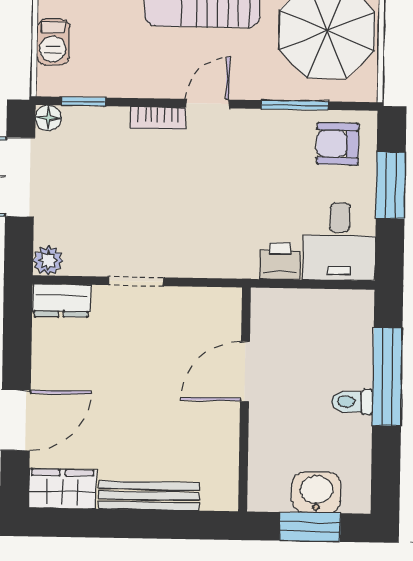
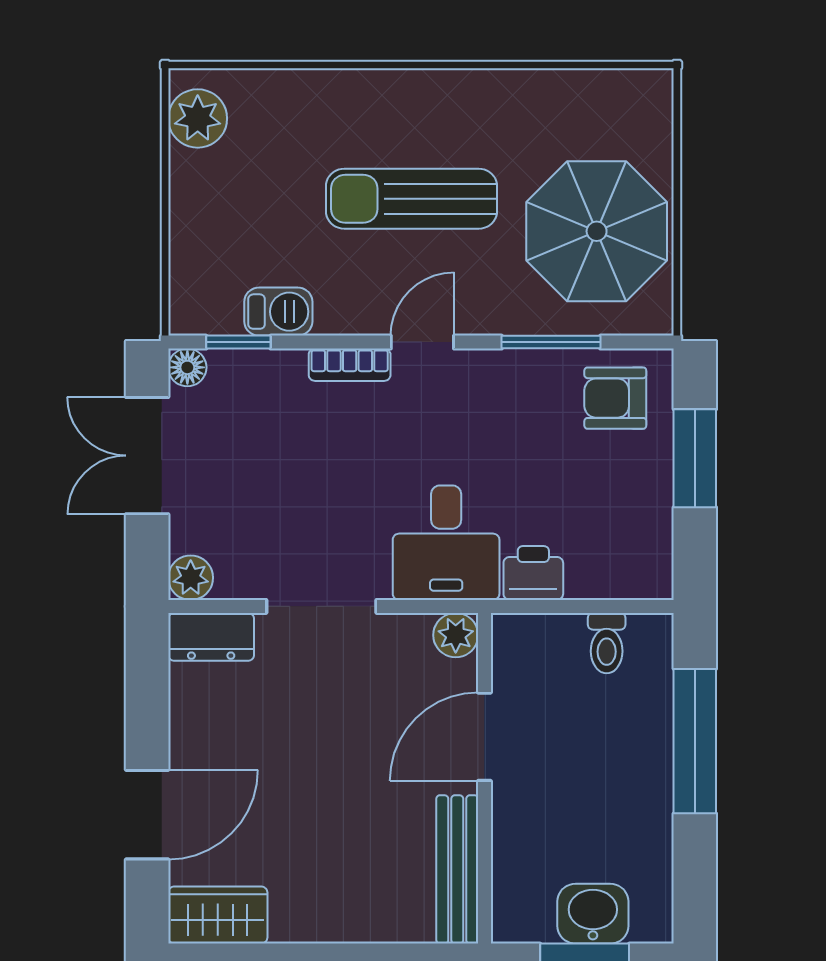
barbecue: (53, 42) -> (278, 312), moved, turned -90
desk: (339, 242) -> (446, 543), moved
doorway: (136, 281) -> (321, 606), width x1.38
plant: (227, 302) -> (456, 635), added
toilet: (352, 402) -> (607, 643), moved, turned -90
bench: (149, 496) -> (457, 869), moved, turned 90

